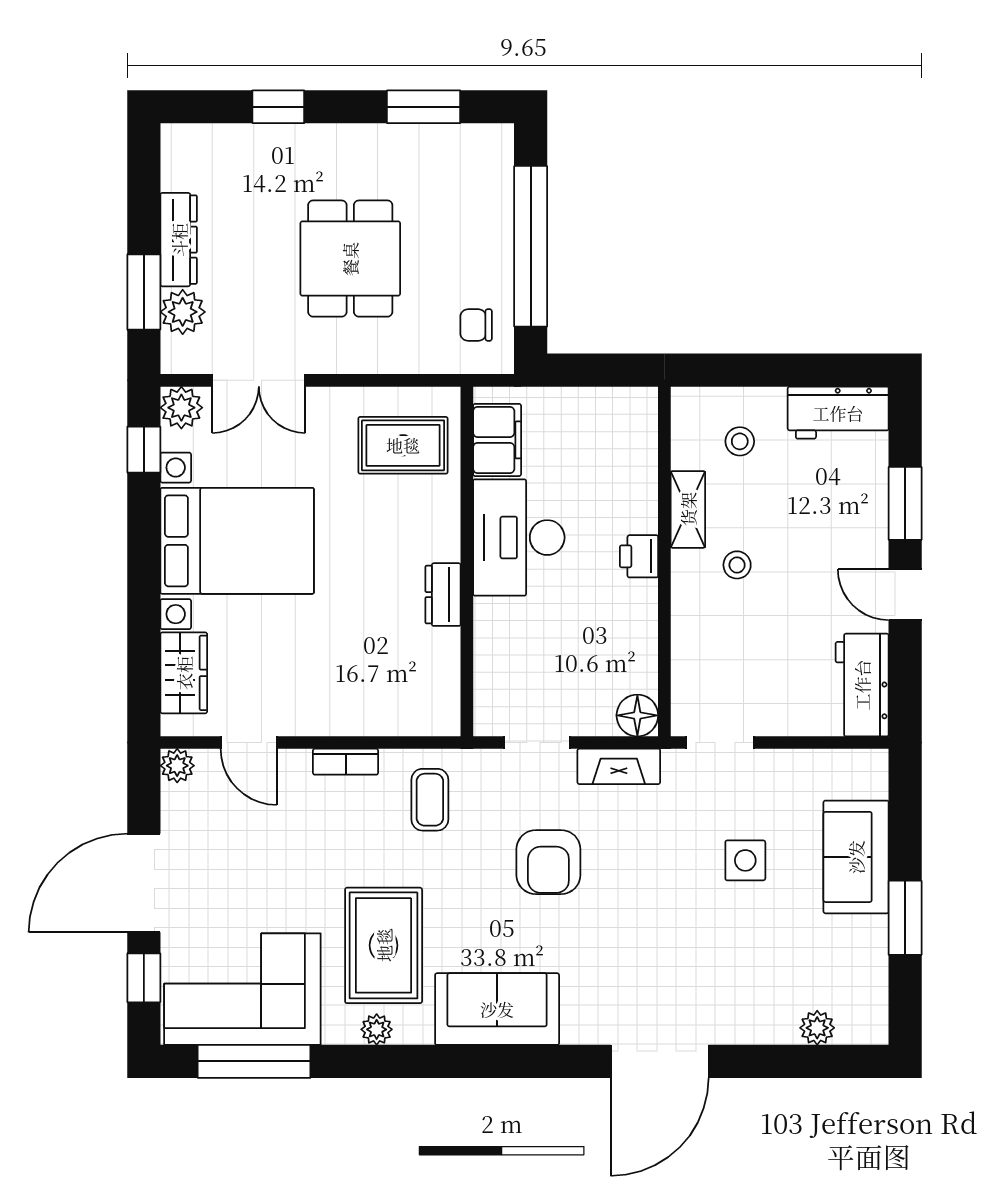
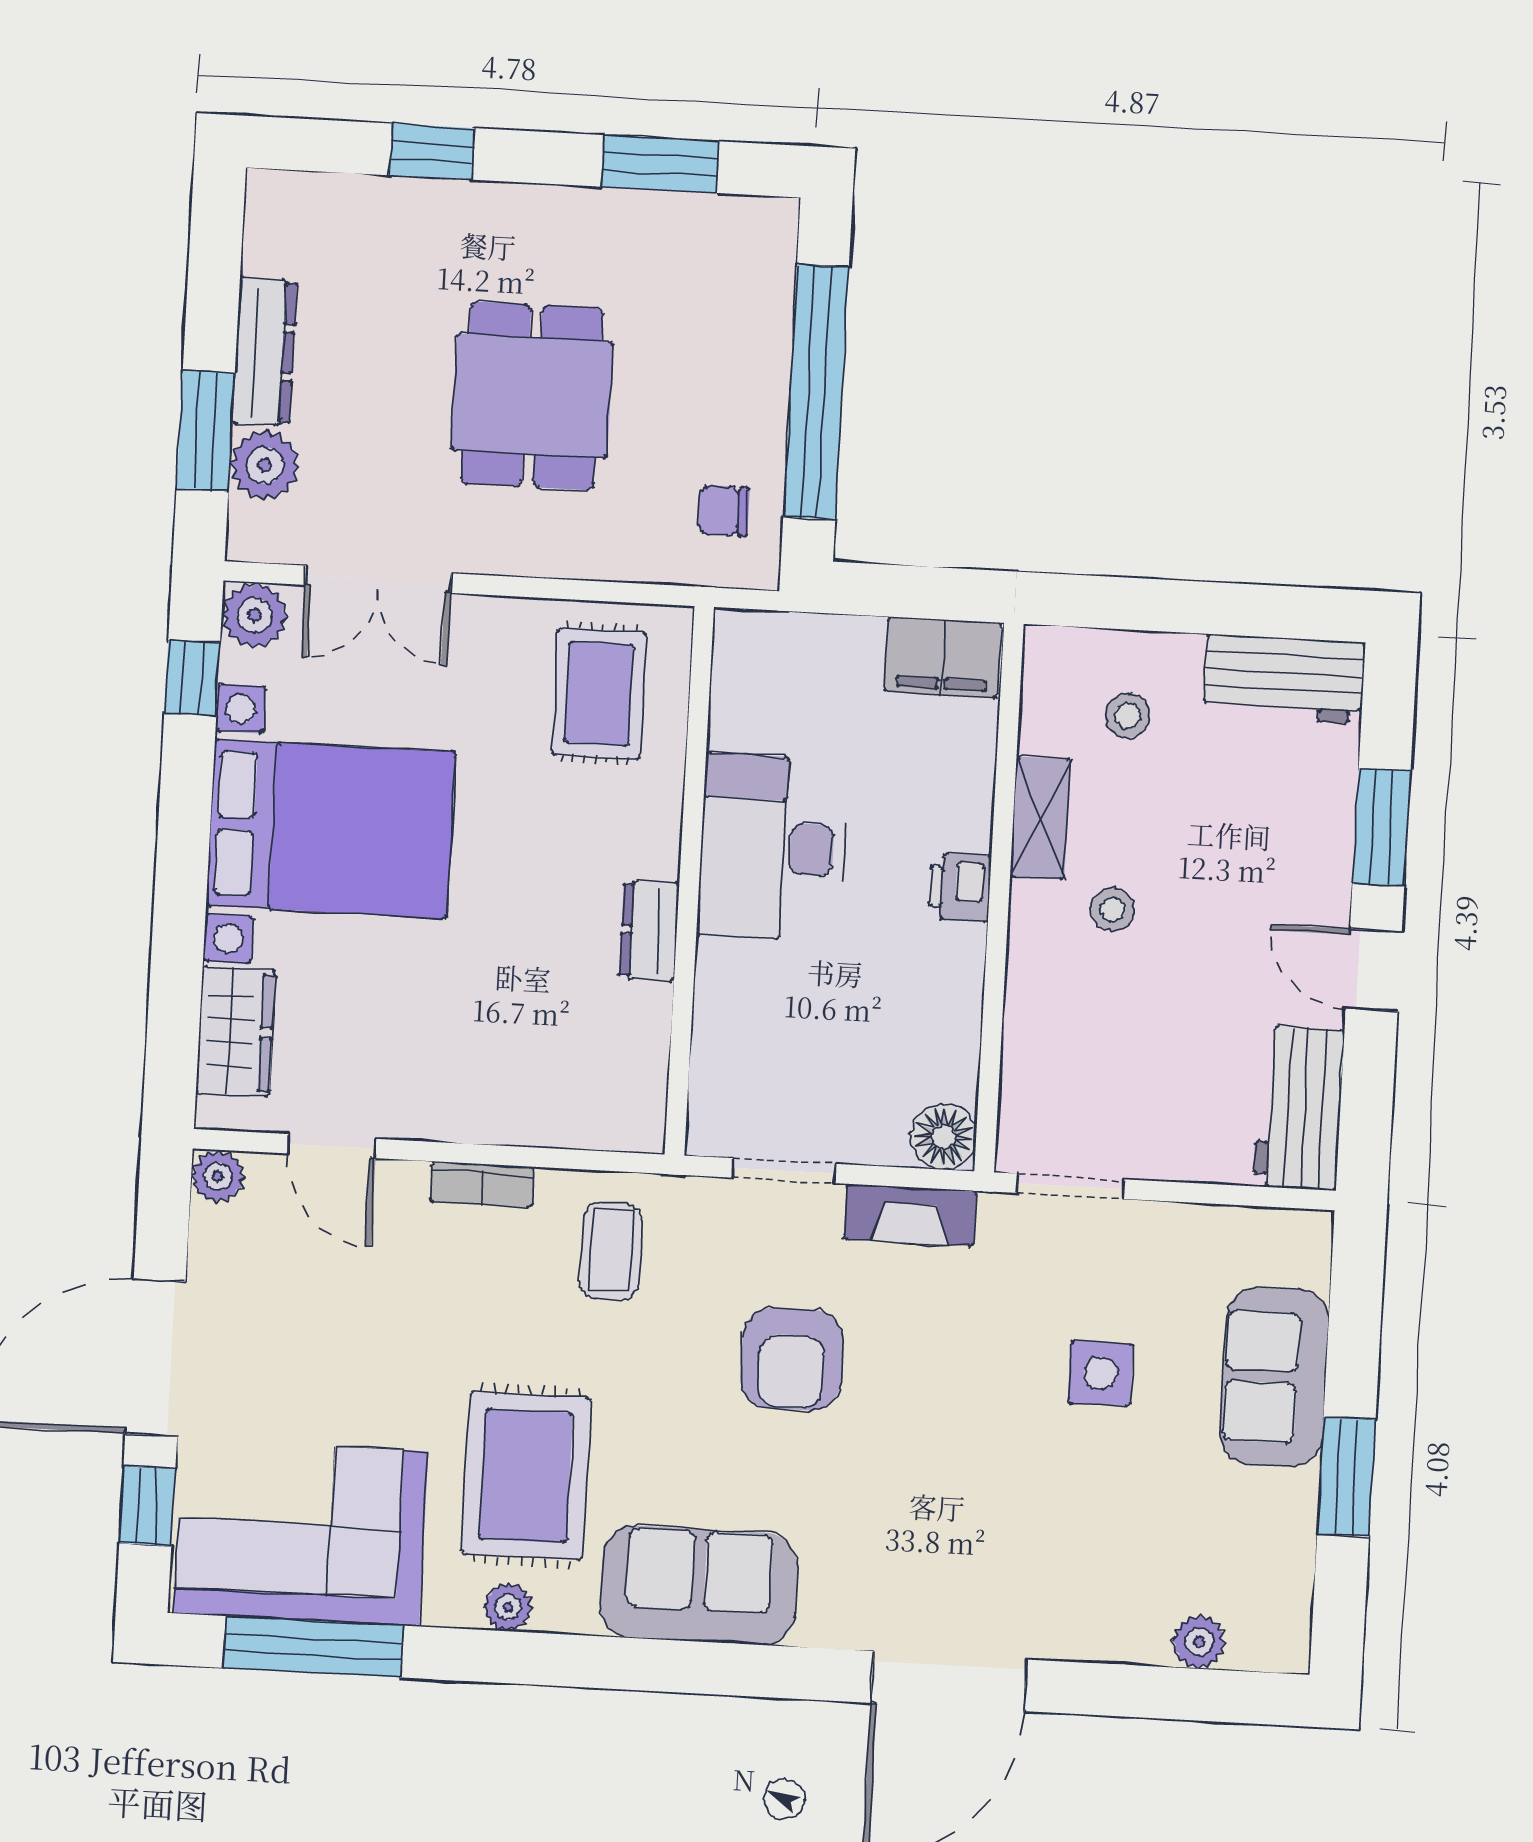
filing cabinet: (497, 440) -> (943, 657), moved, turned 90
rug: (403, 445) -> (599, 693), turned 90

